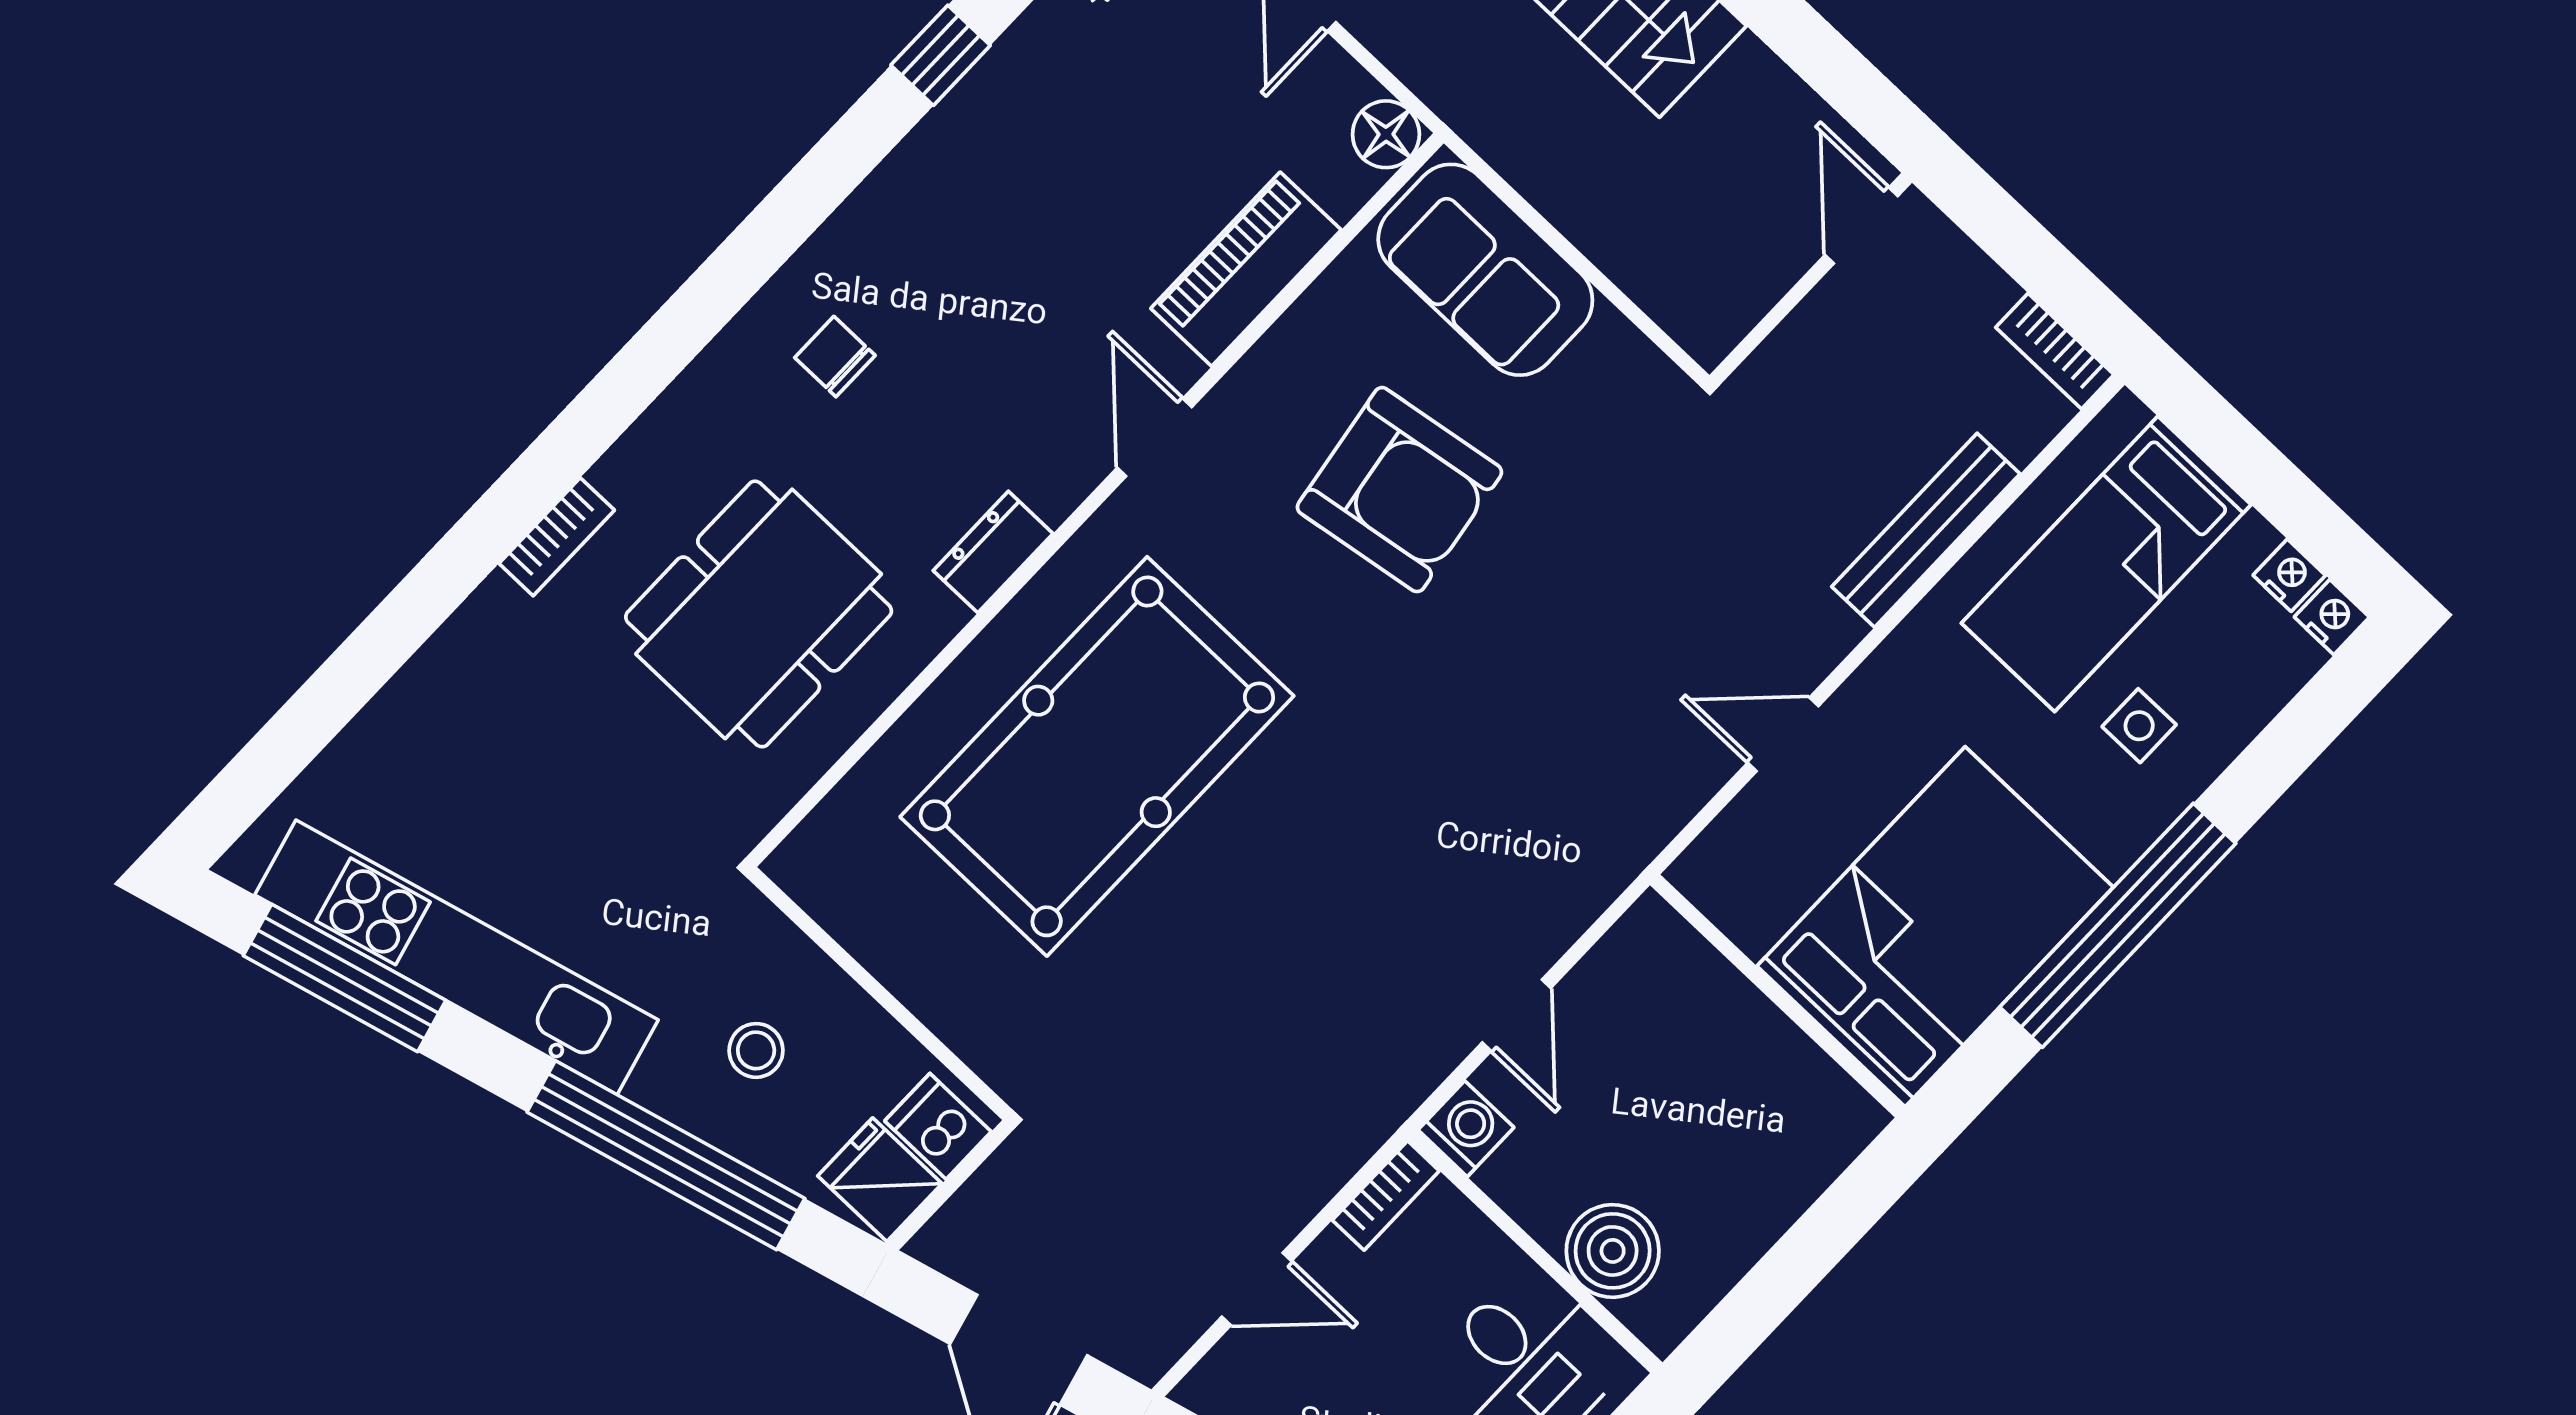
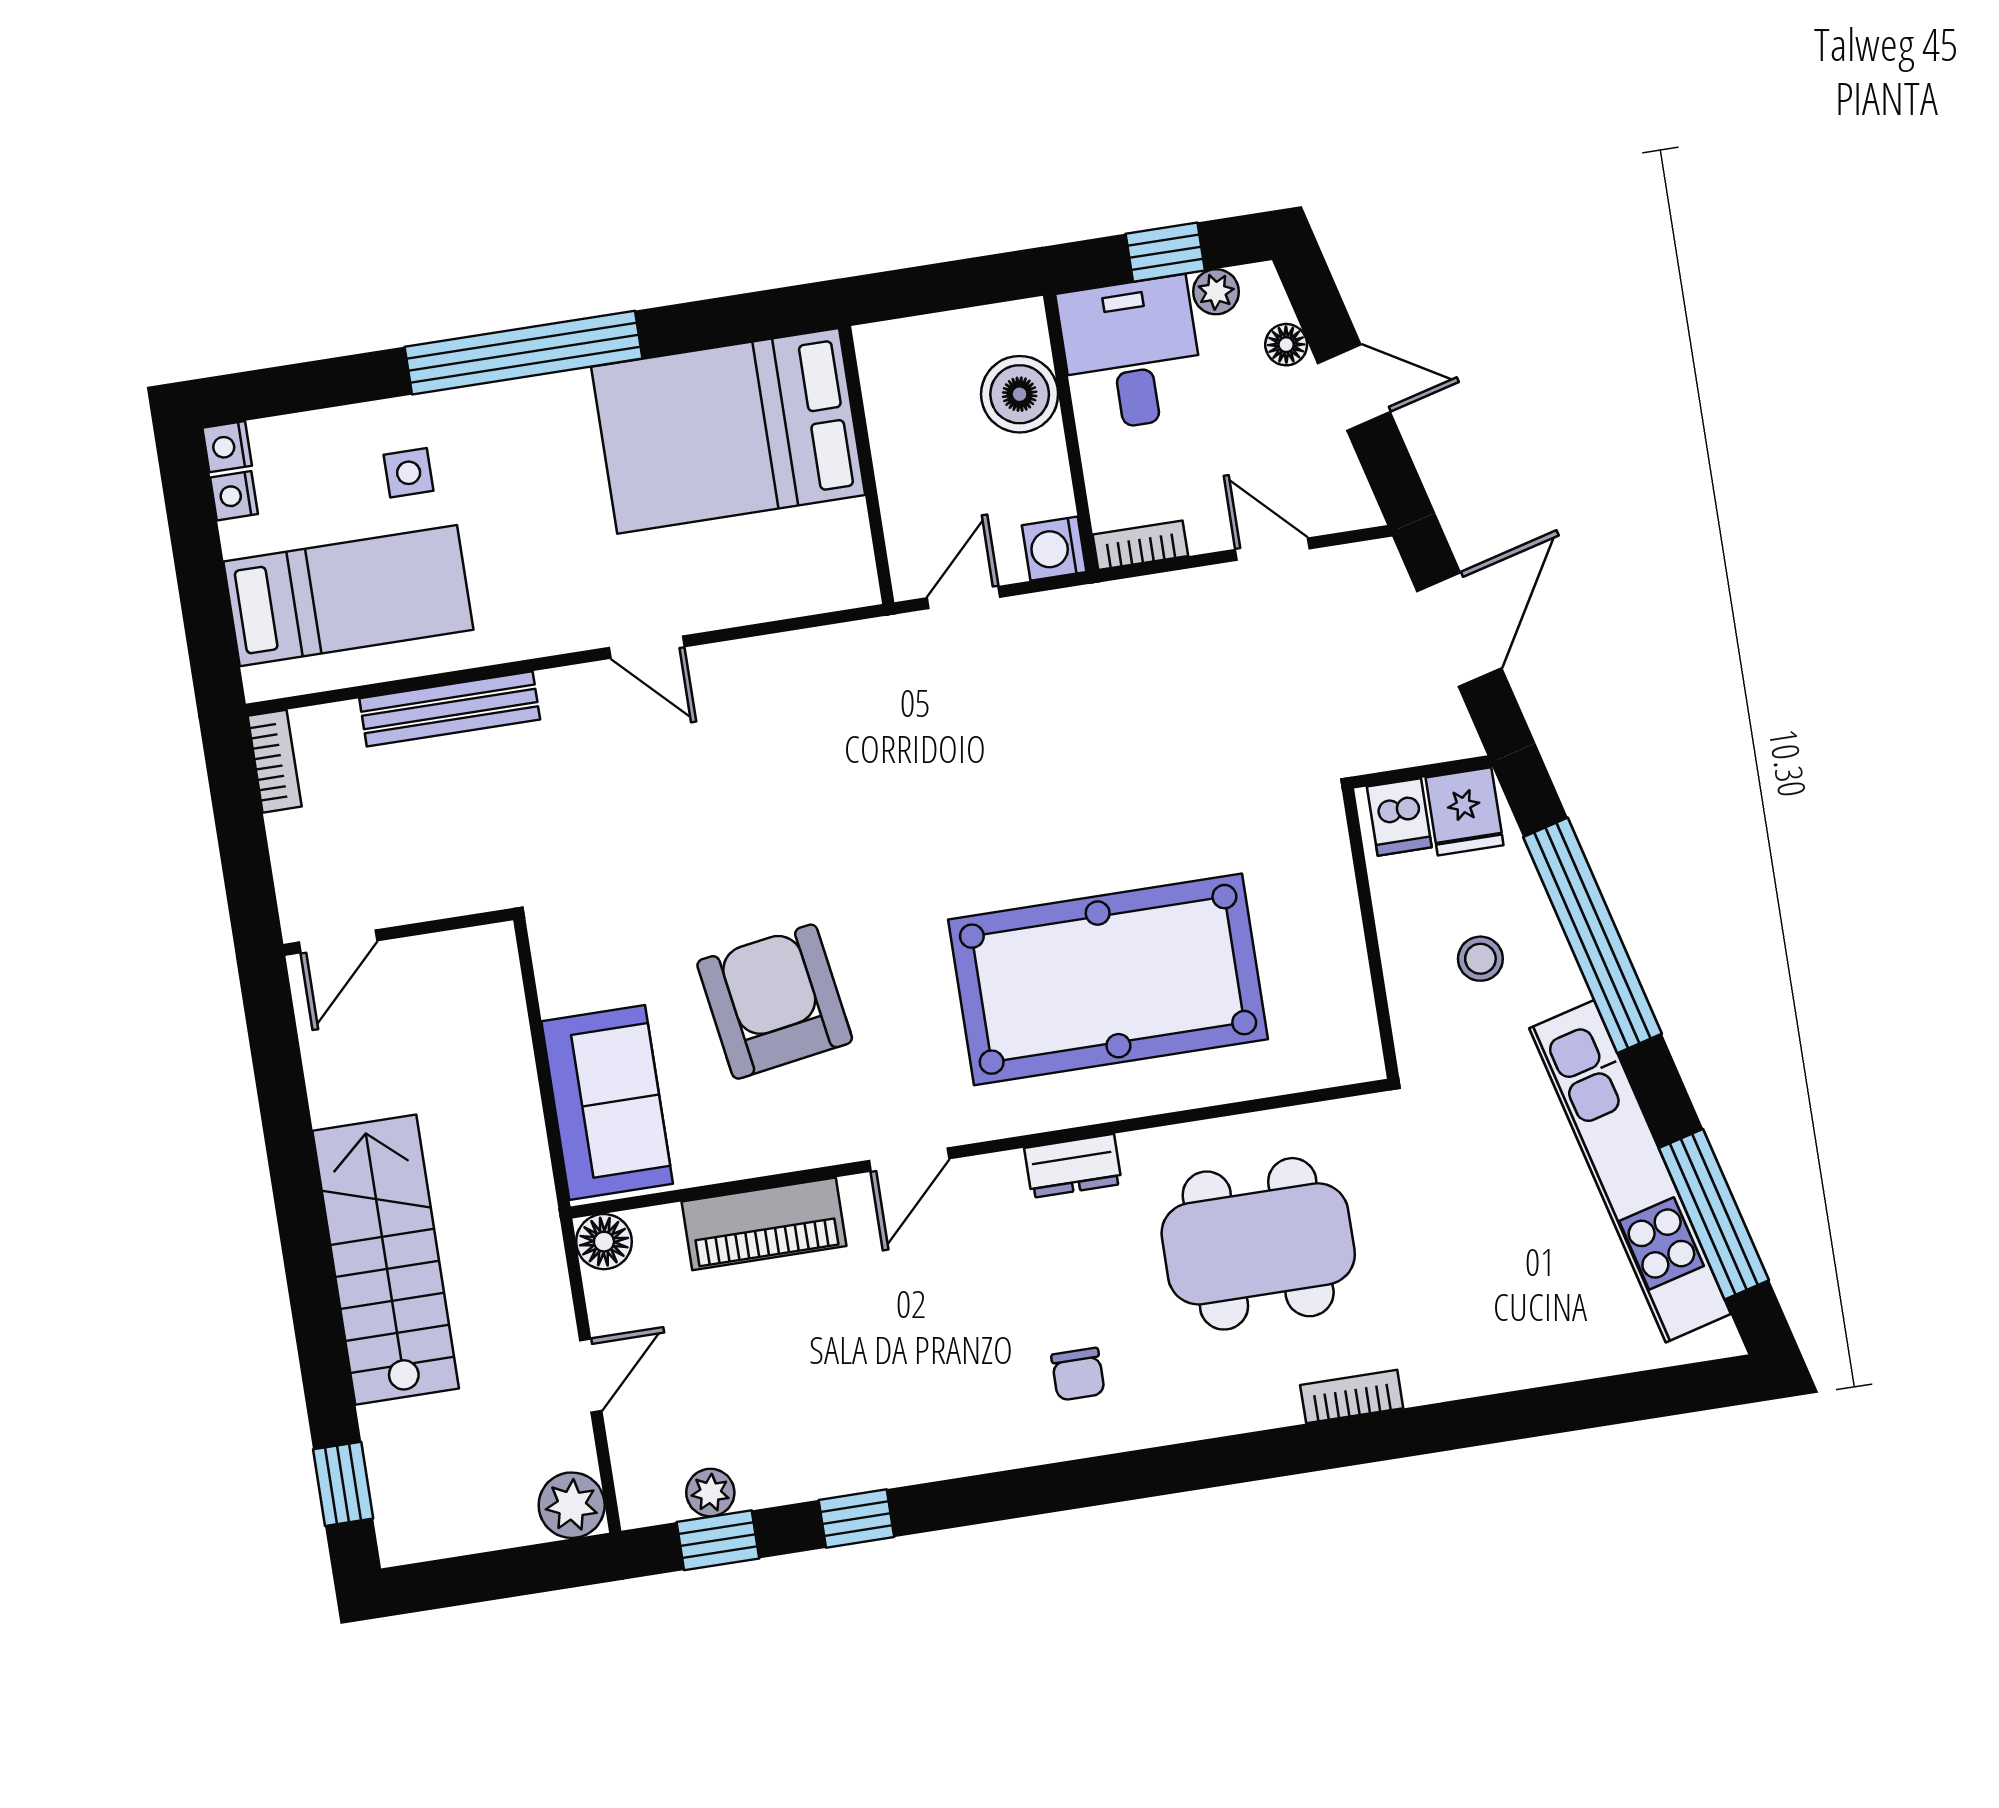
bed: (1935, 927) -> (728, 431), moved
wall: (1778, 996) -> (867, 465), moved

